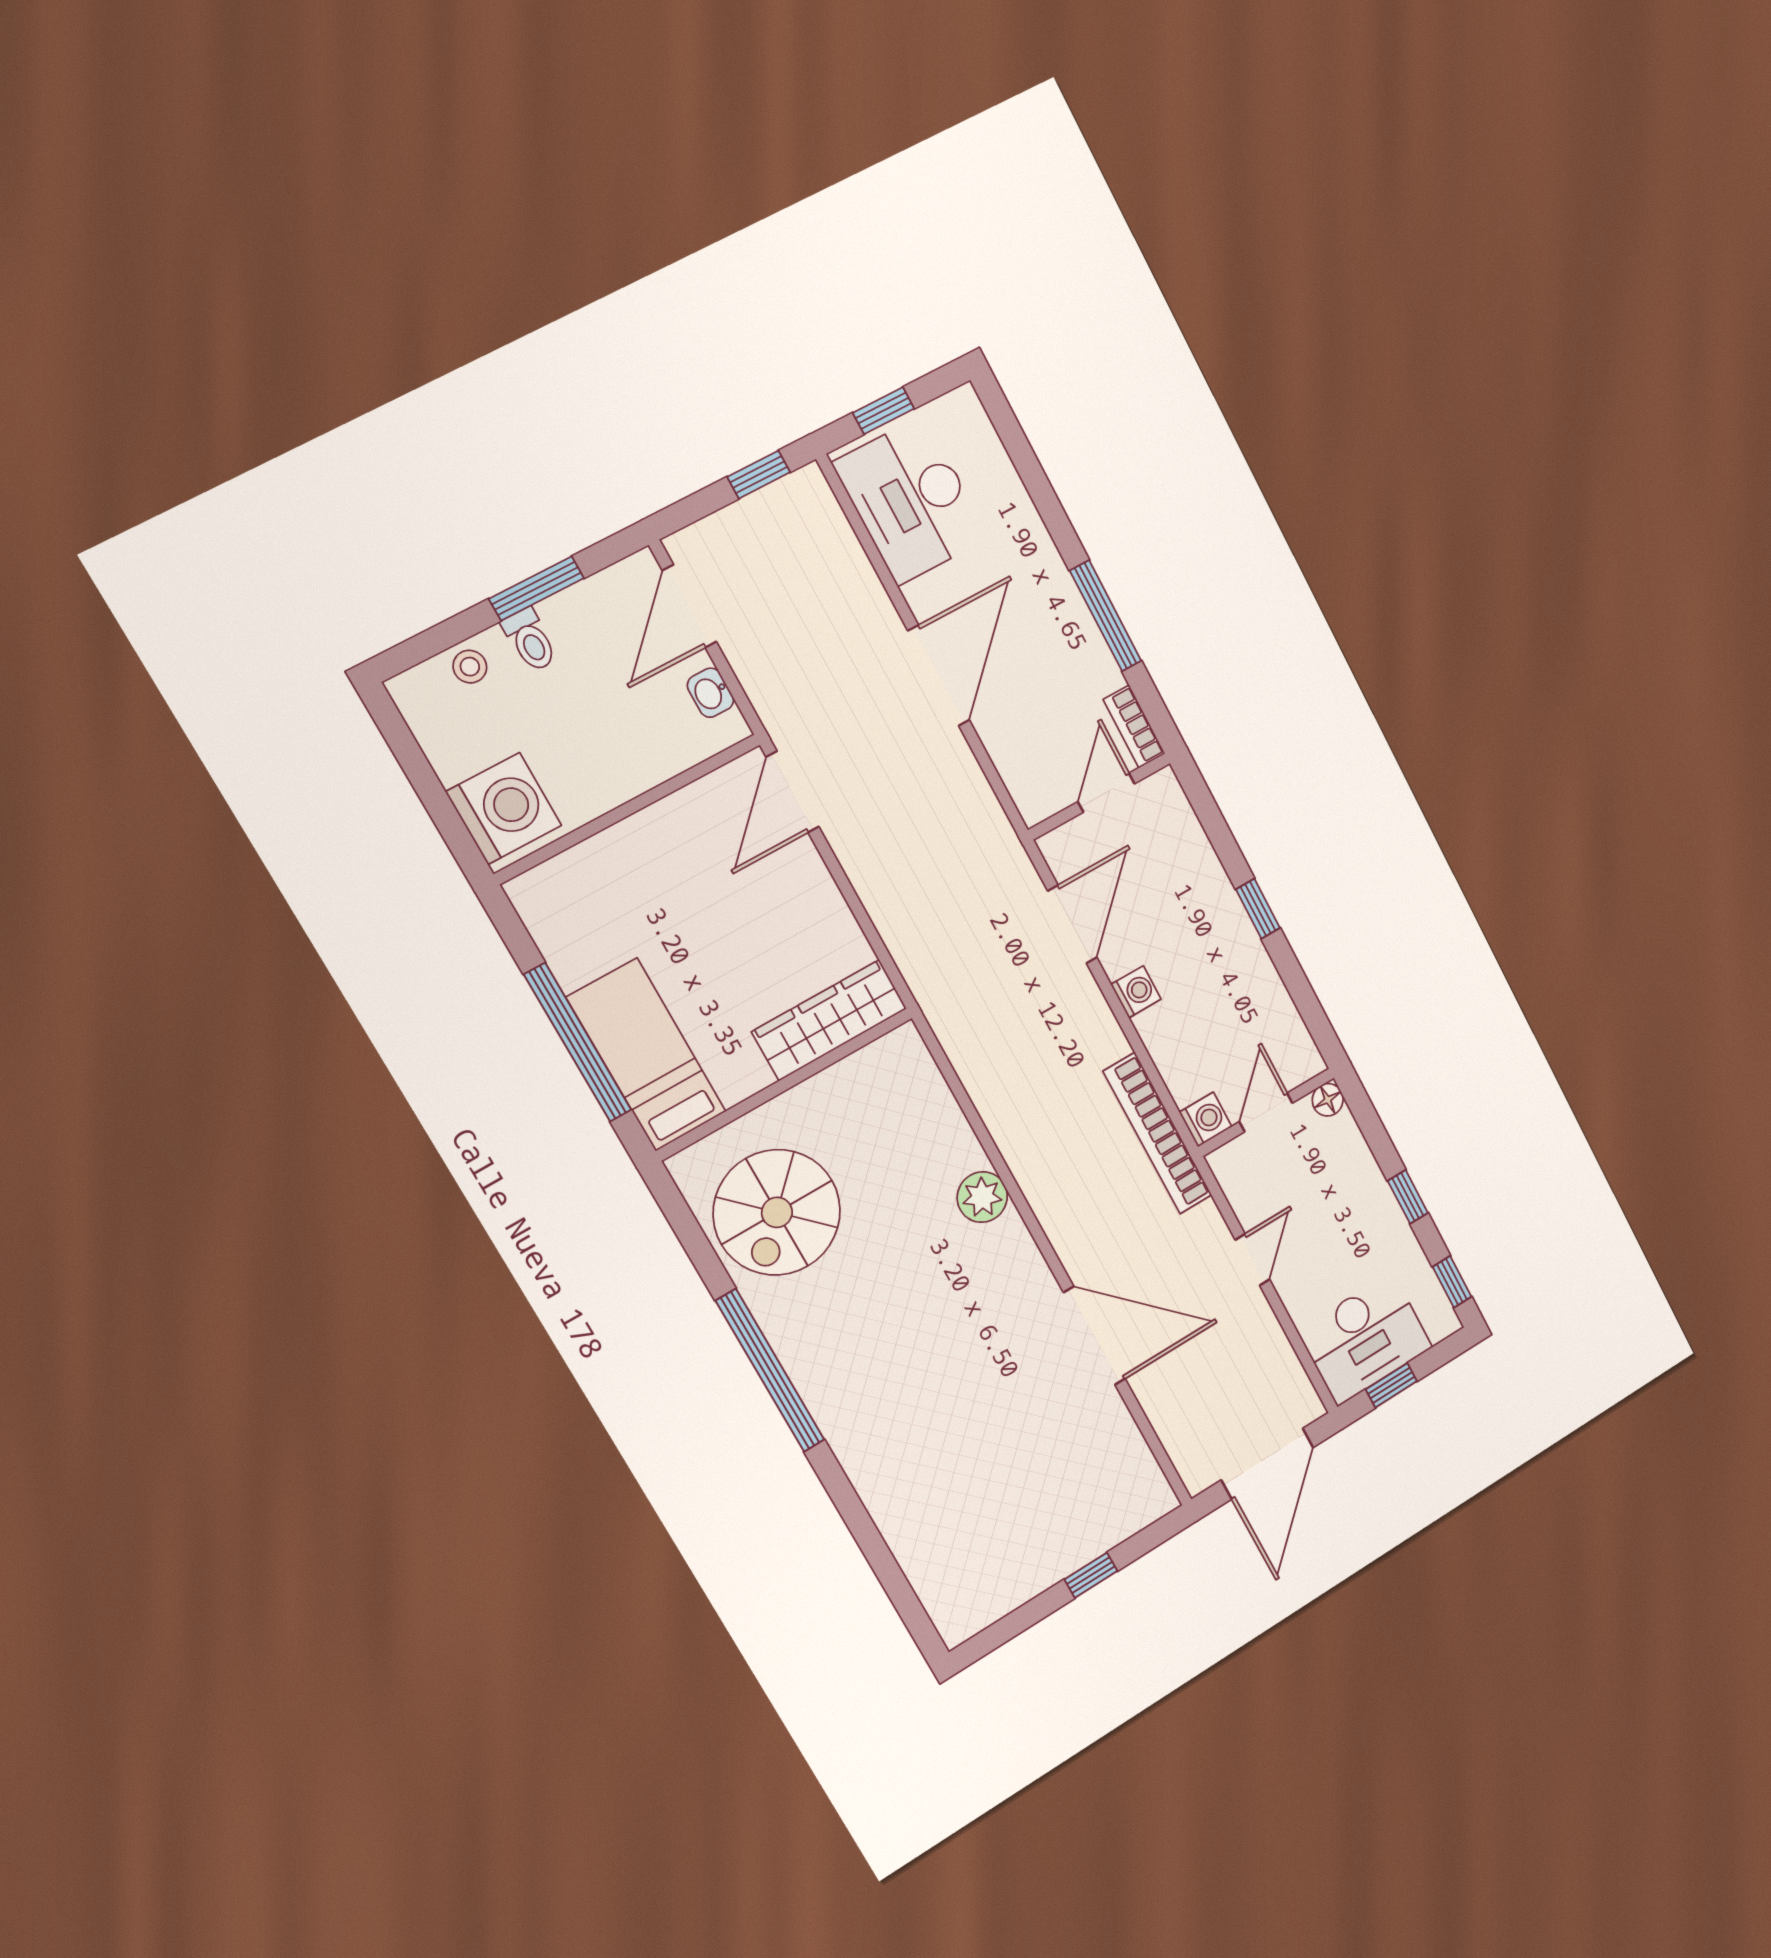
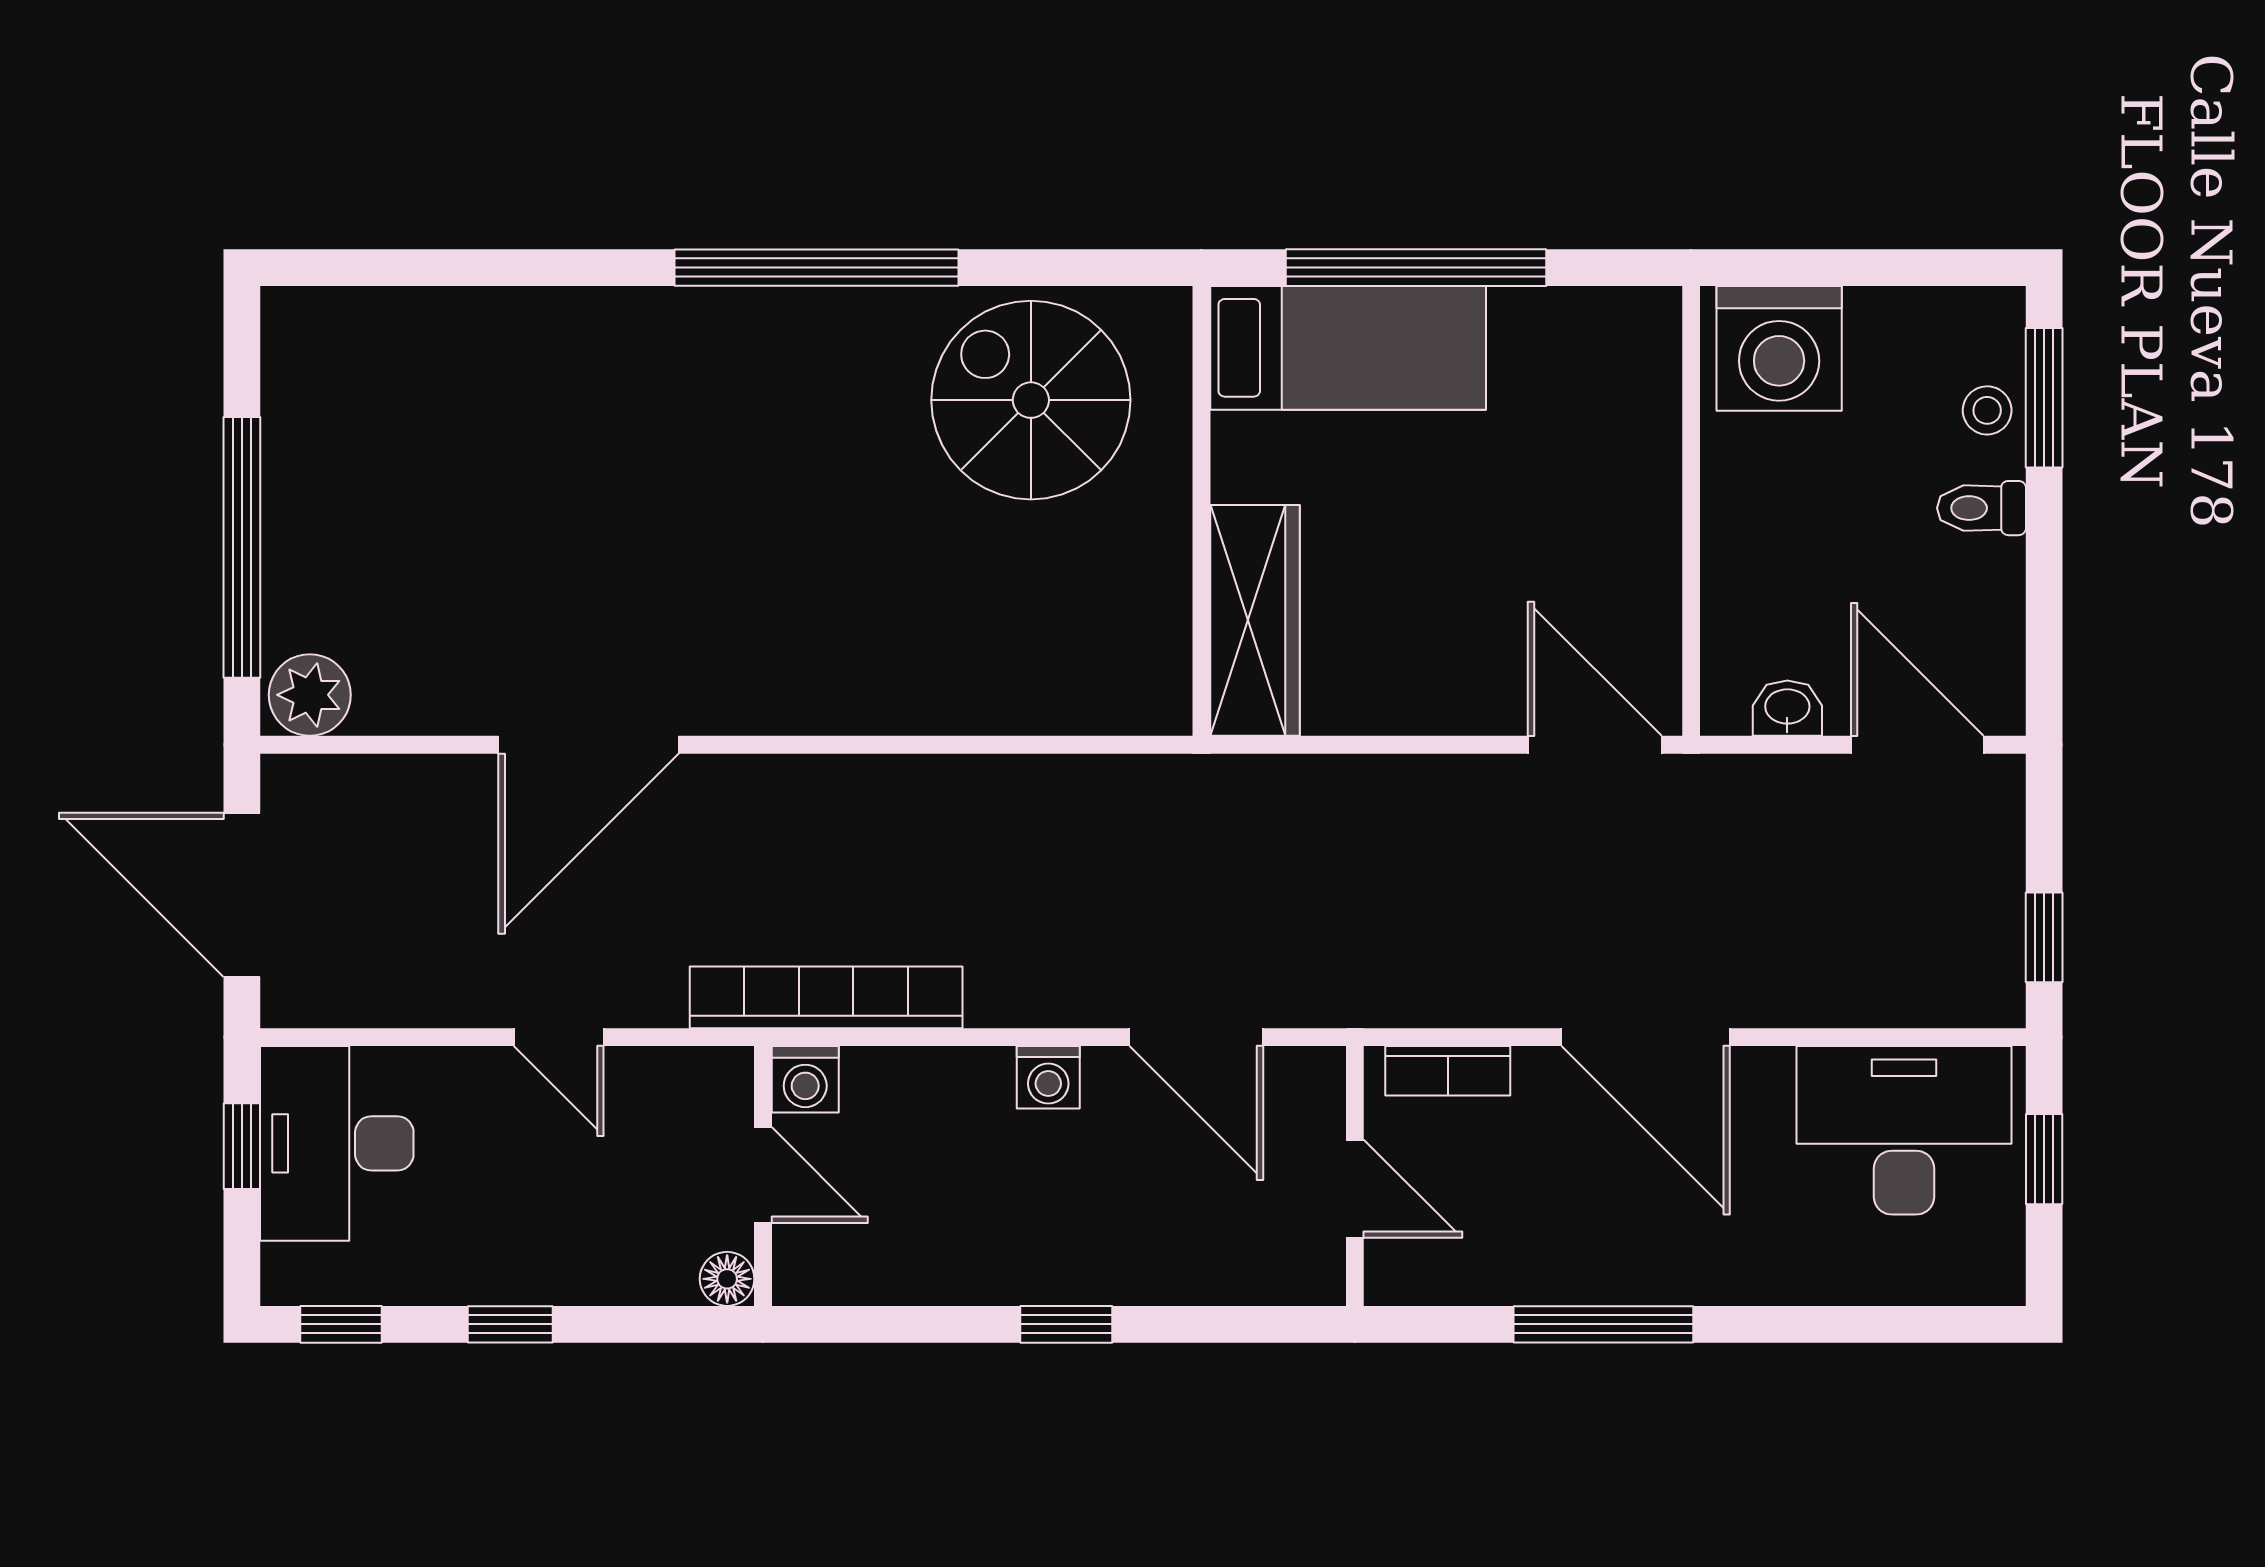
window: (536, 588) -> (2044, 398), moved
bookcase: (1134, 727) -> (1448, 1071), moved, turned 180
plant: (982, 1197) -> (310, 695), moved
window: (1091, 1575) -> (242, 547), width x3.17

